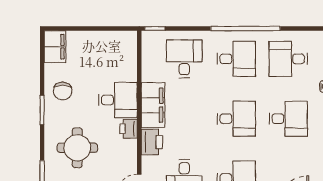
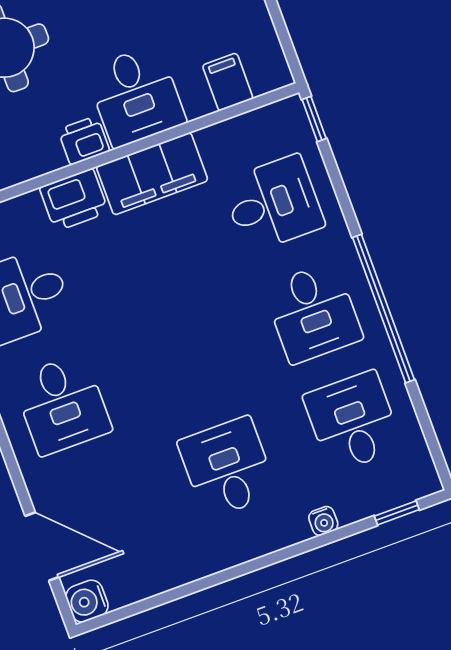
filing cabinet: (126, 59) -> (228, 82), added
desk: (236, 119) -> (188, 359), removed
desk: (288, 119) -> (227, 468), turned 180

